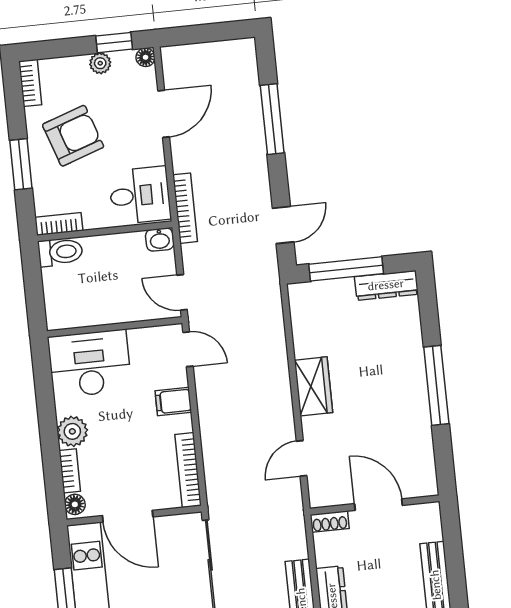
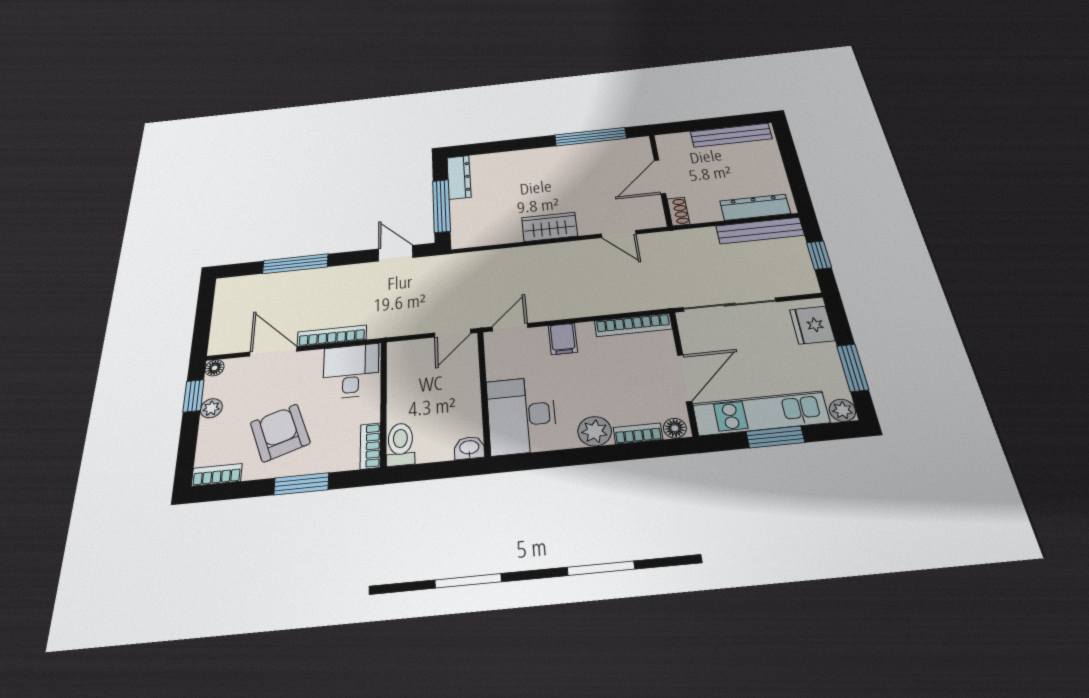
bookcase: (185, 208) -> (332, 336), moved
washbasin: (160, 240) -> (469, 448), moved, turned -90
window: (436, 385) -> (590, 137), moved

